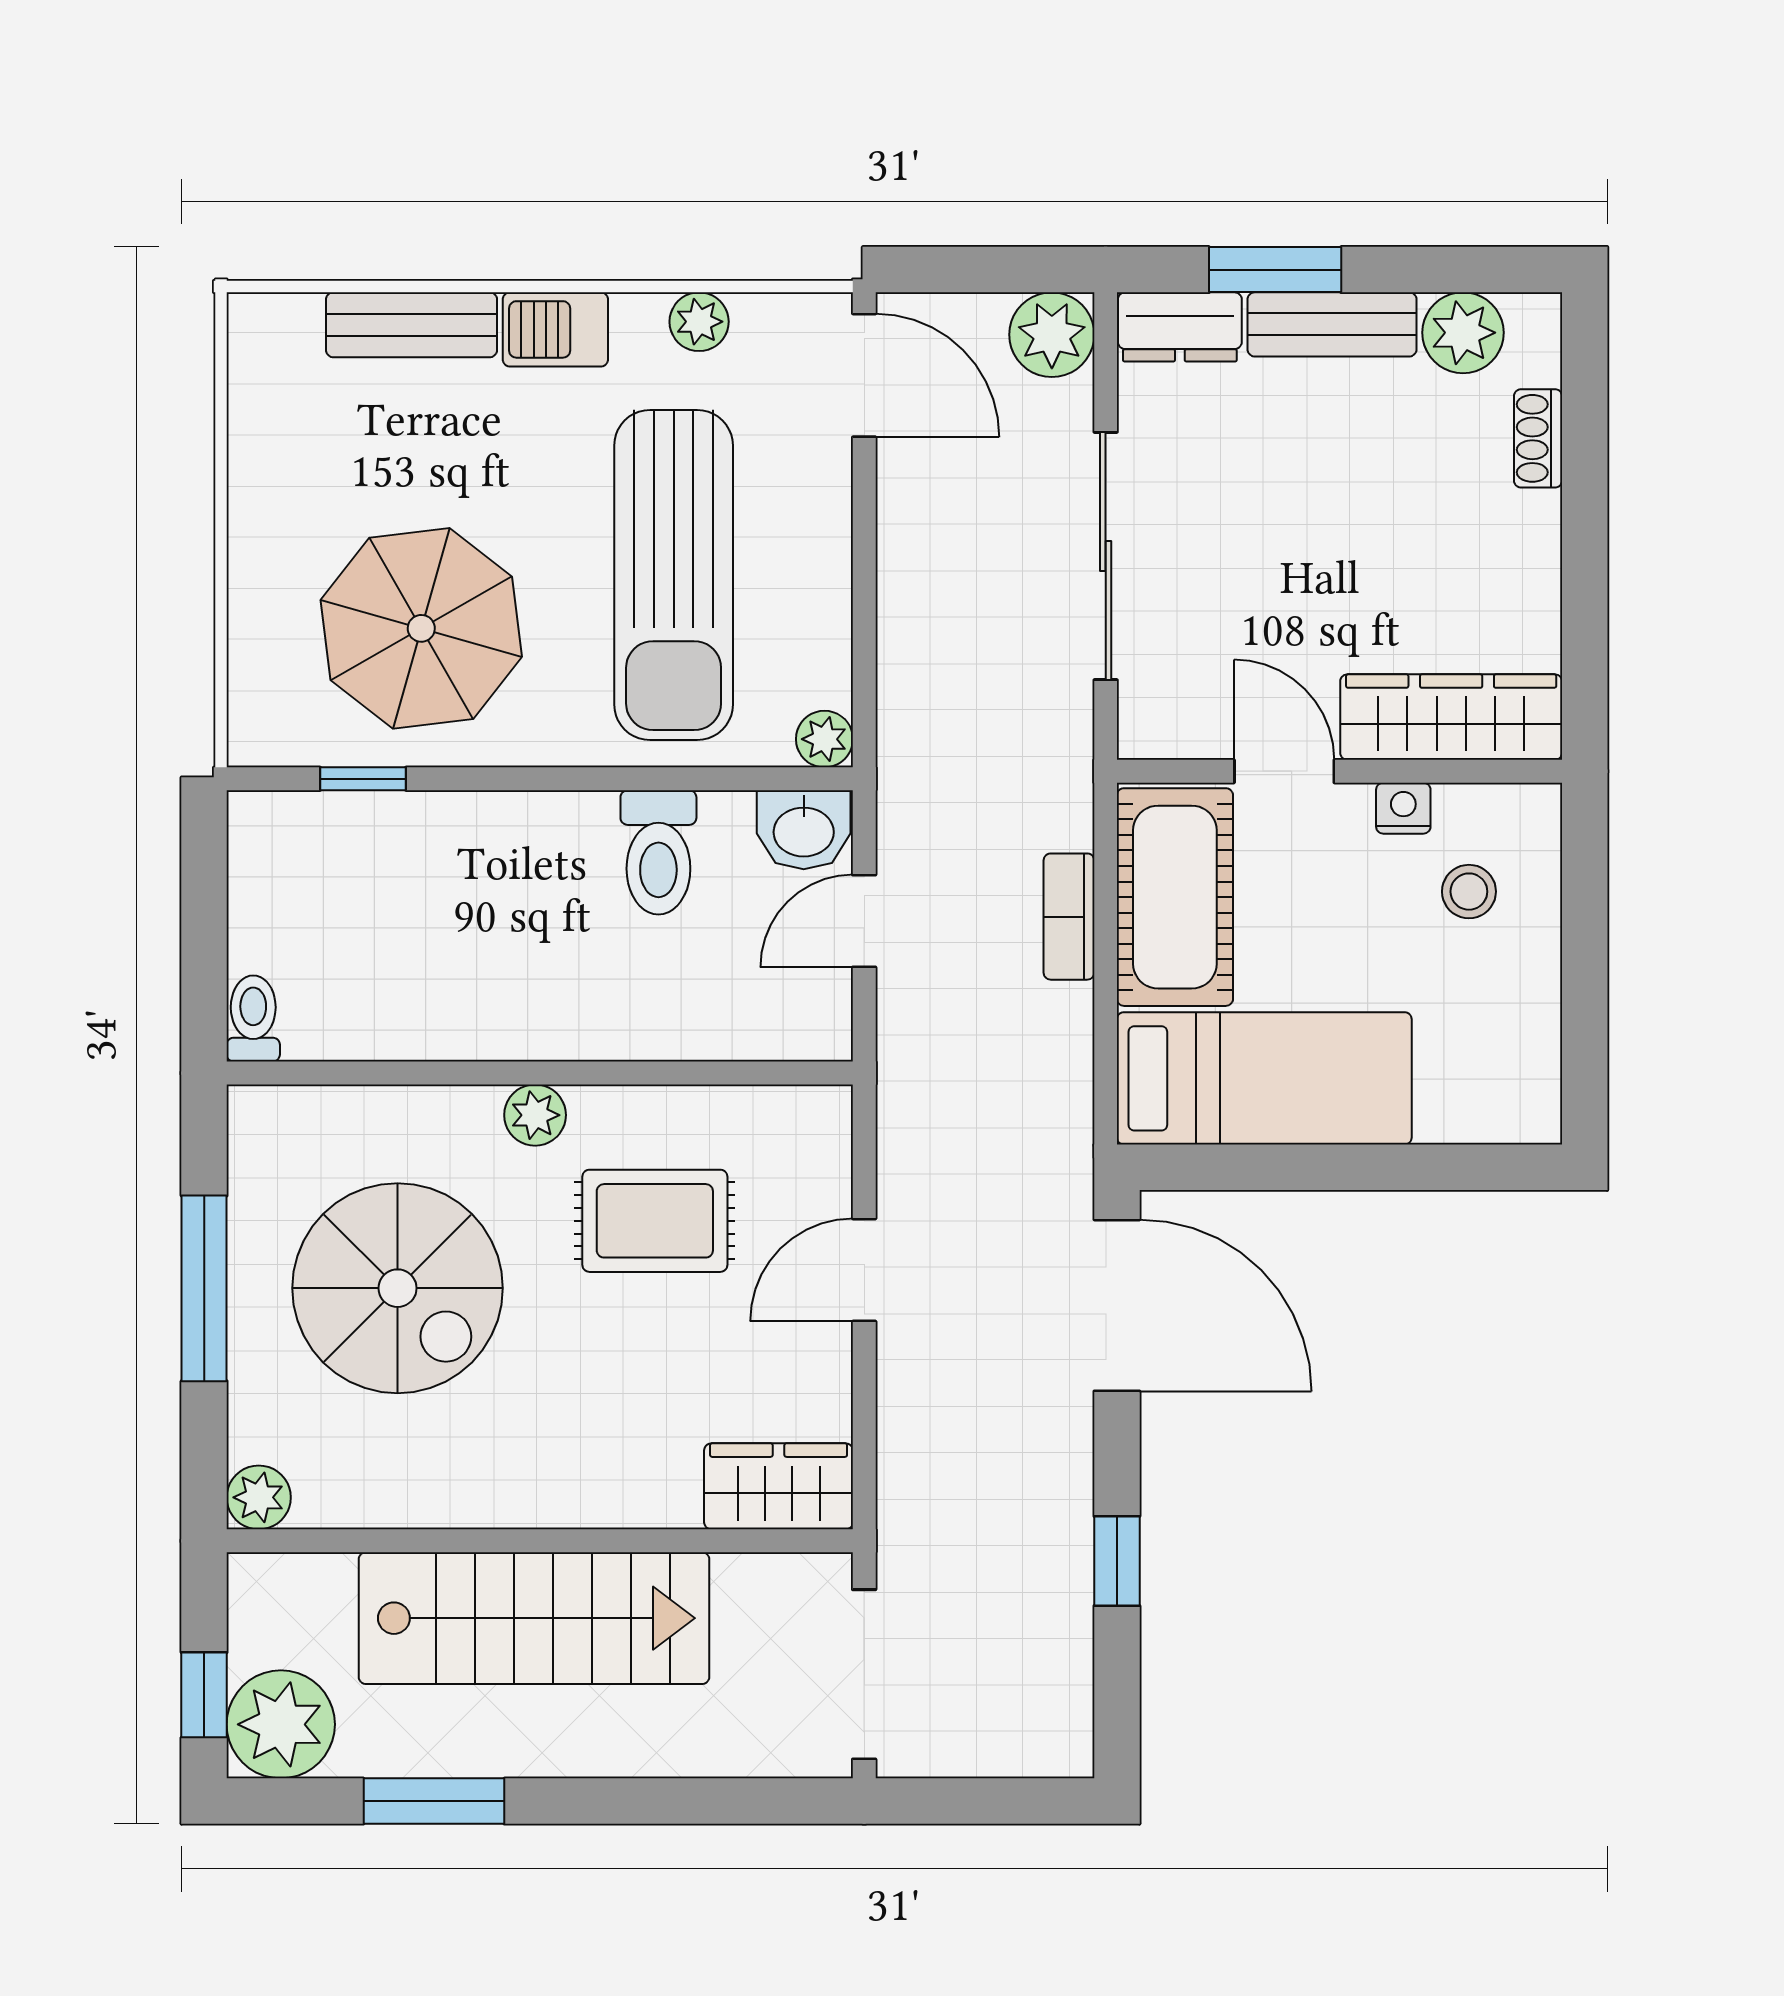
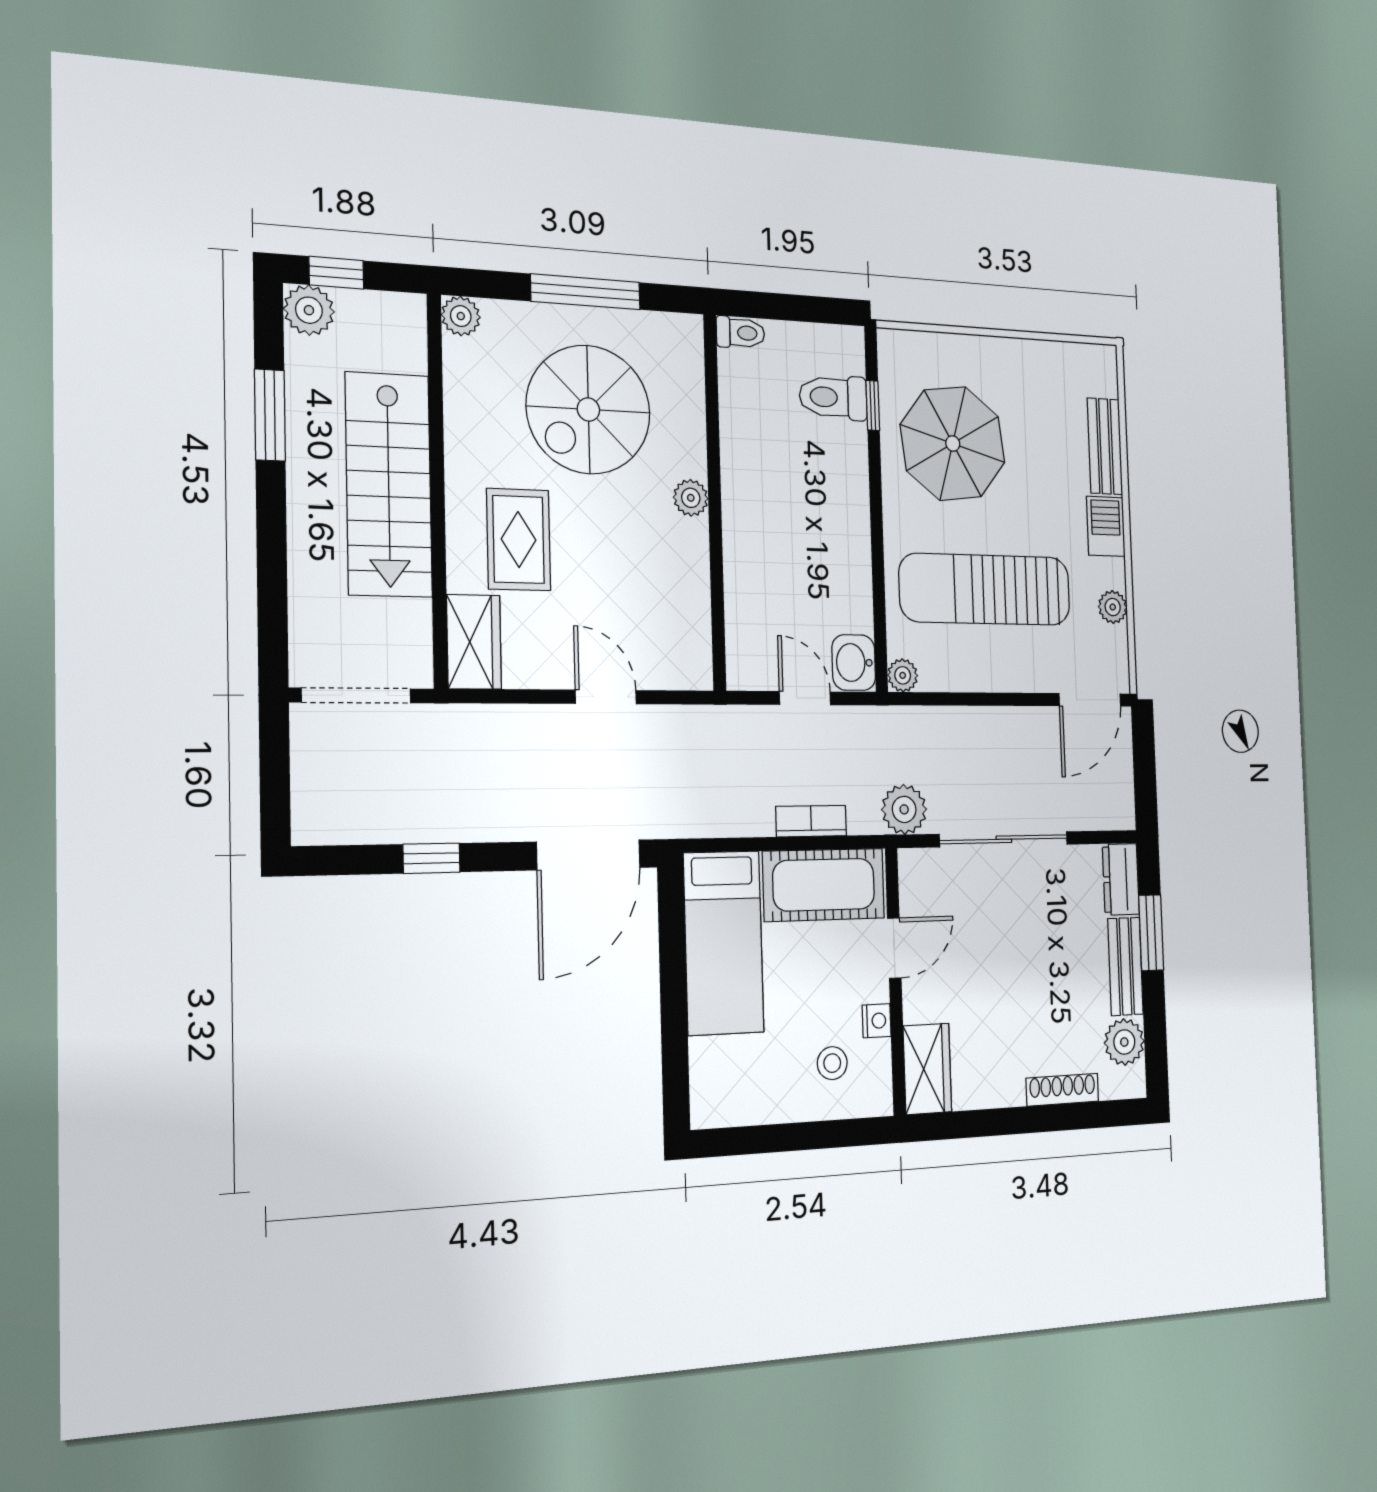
plant: (1052, 335) -> (904, 809), moved
shoe rack: (1538, 438) -> (1062, 1090), width x1.43
wardrobe: (1451, 717) -> (927, 1069), width x0.67
toilet: (658, 852) -> (833, 397), moved
rug: (655, 1221) -> (519, 540), moved
plant: (281, 1724) -> (309, 310), width x0.73, depth x0.73

